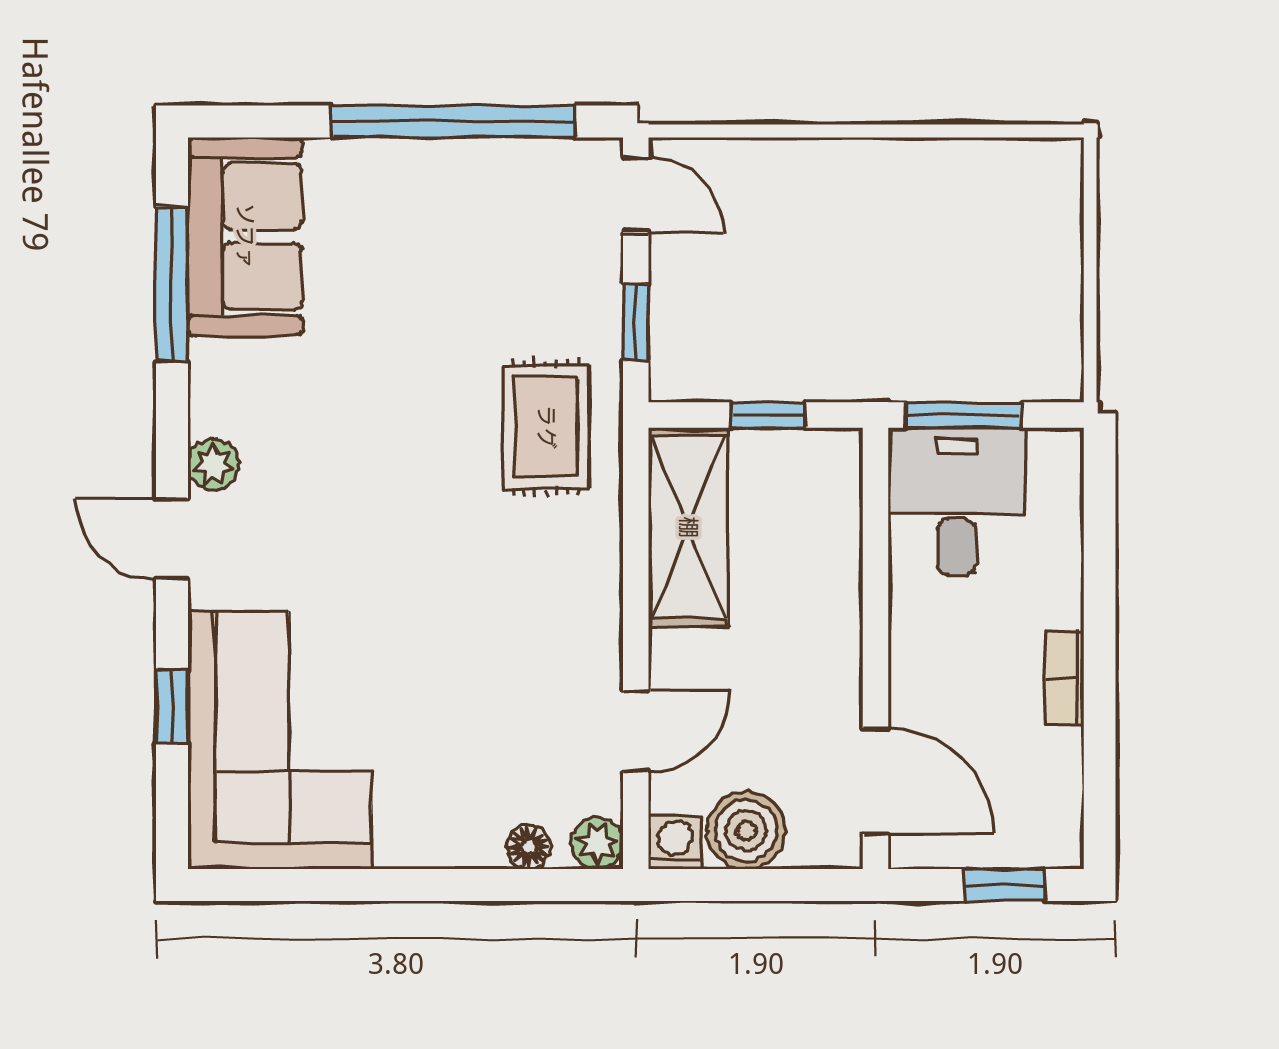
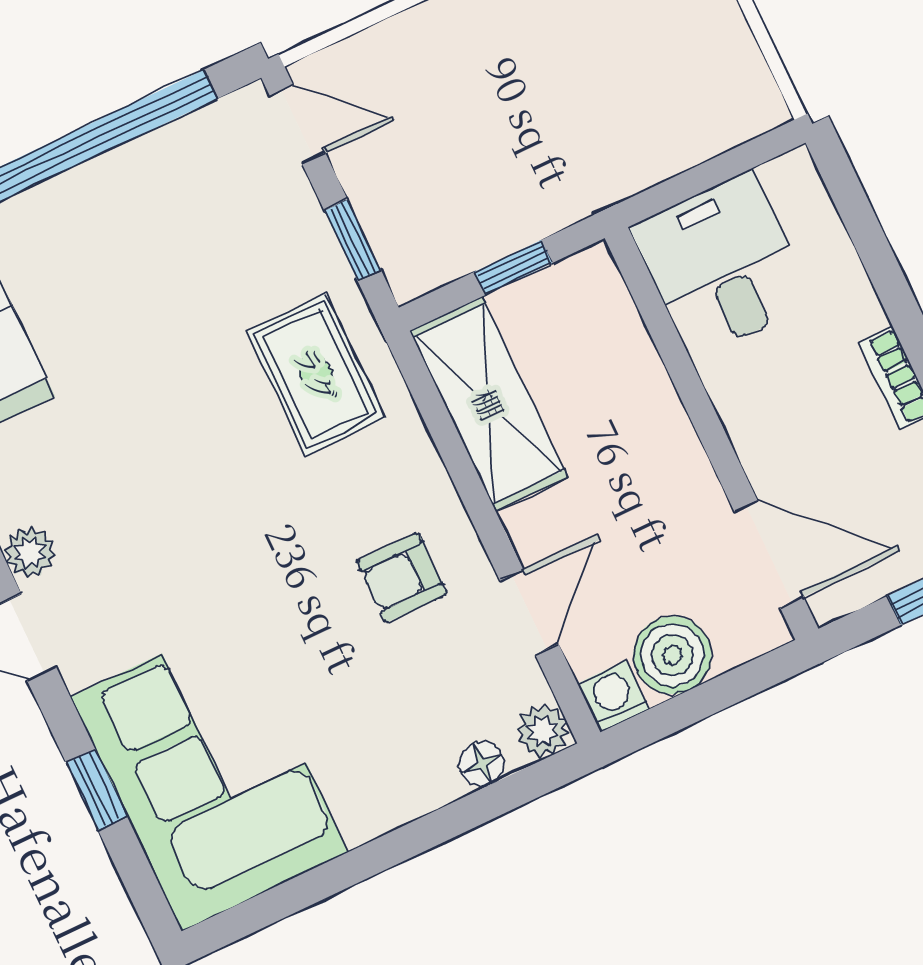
window: (963, 415) -> (691, 183), removed
armchair: (536, 645) -> (402, 577), added

